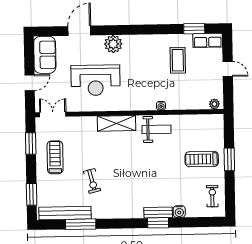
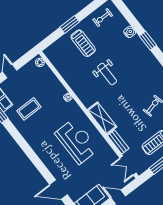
plant: (113, 44) -> (50, 160), removed
reception desk: (95, 80) -> (77, 141), moved
weight bench: (157, 129) -> (107, 74), moved, turned 180
bench: (158, 212) -> (118, 142), moved

